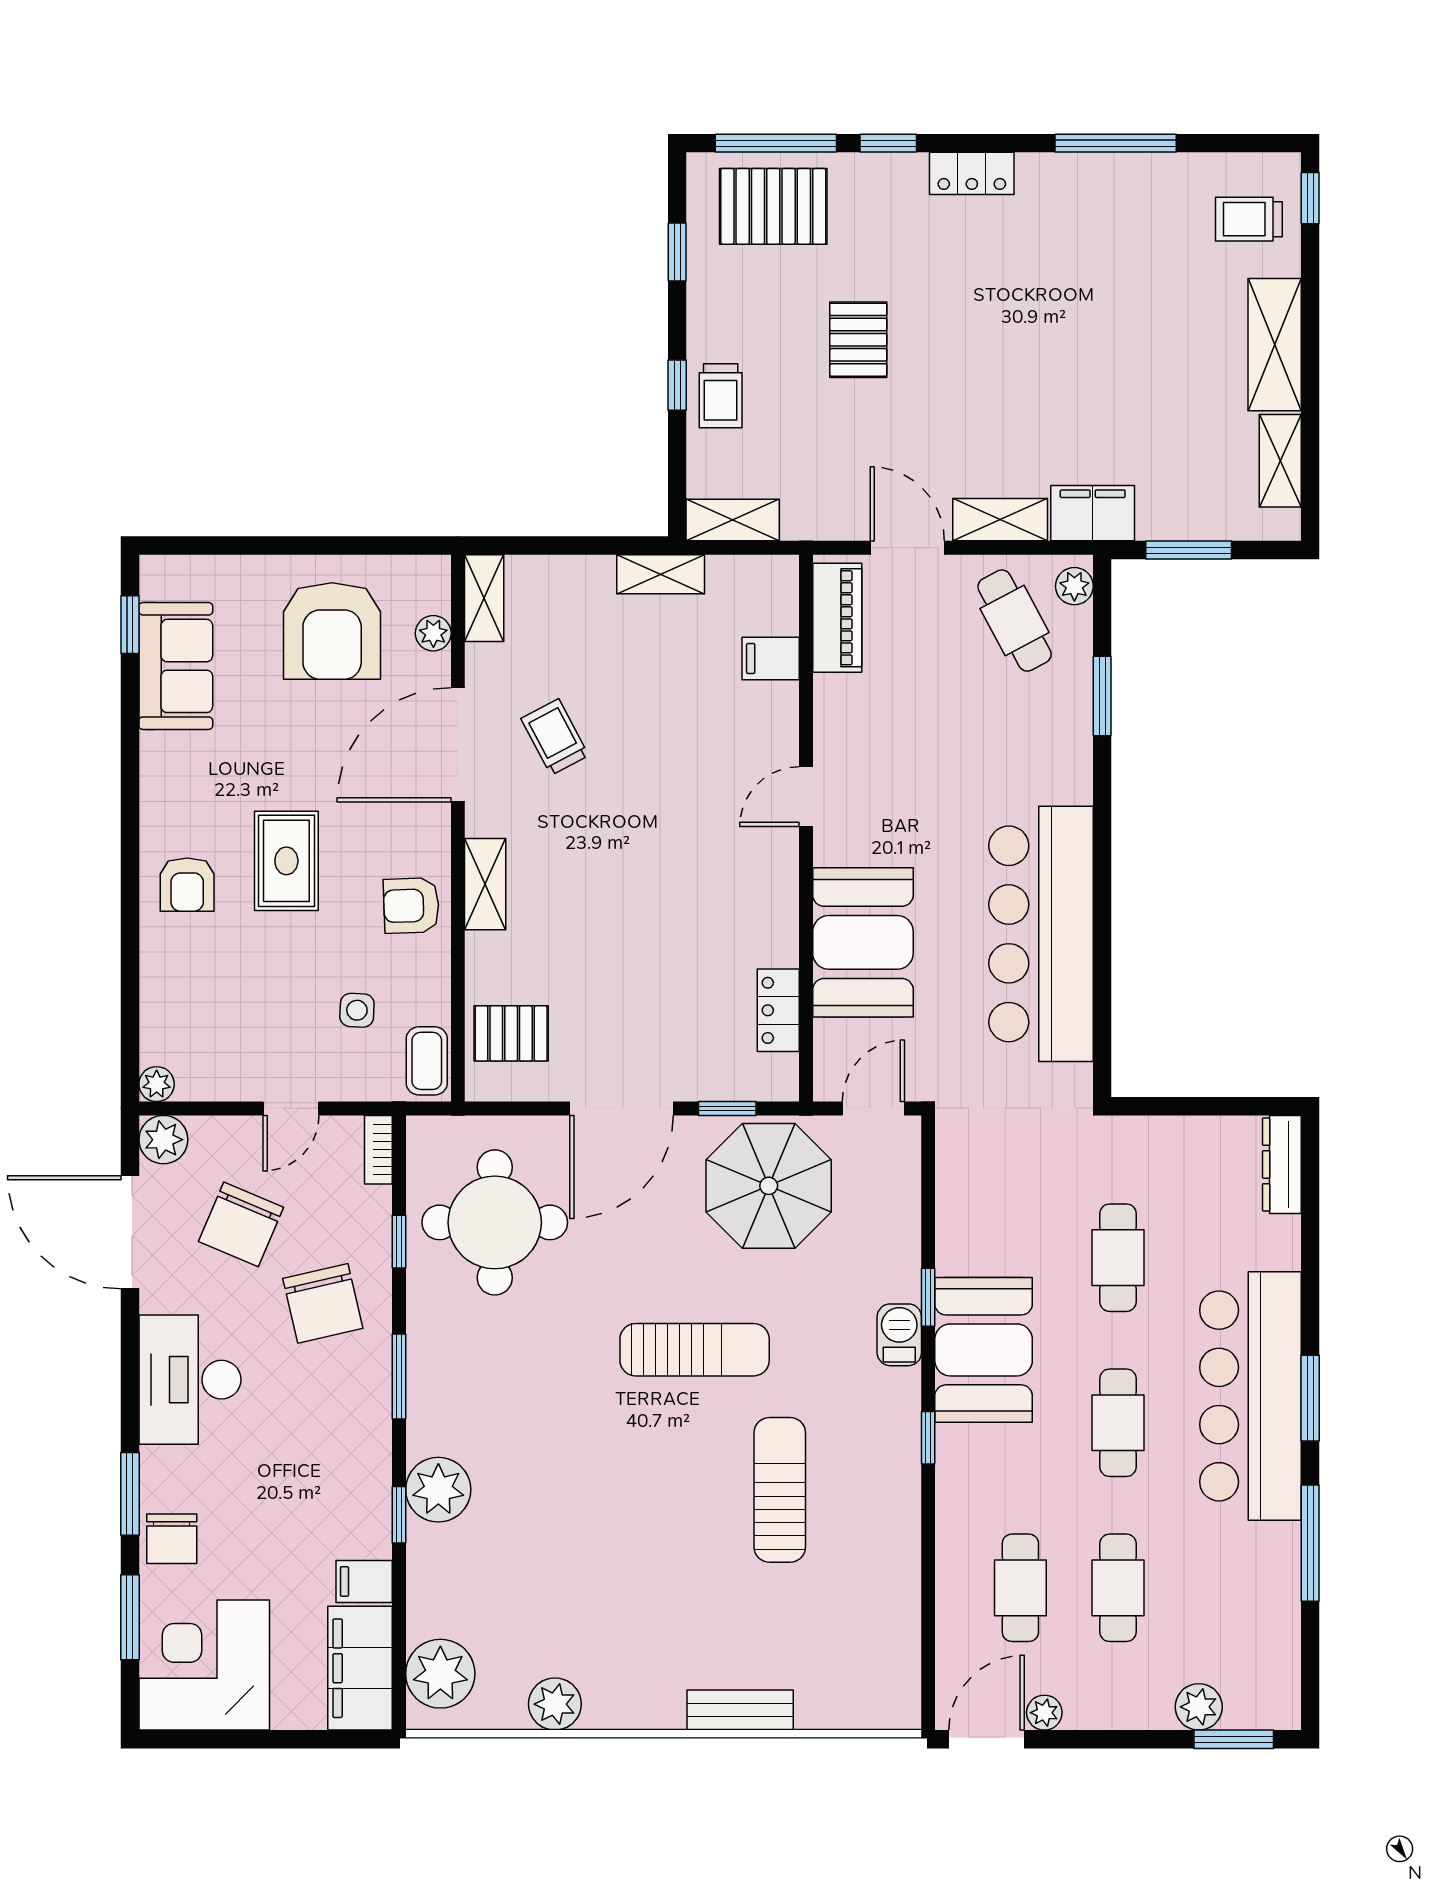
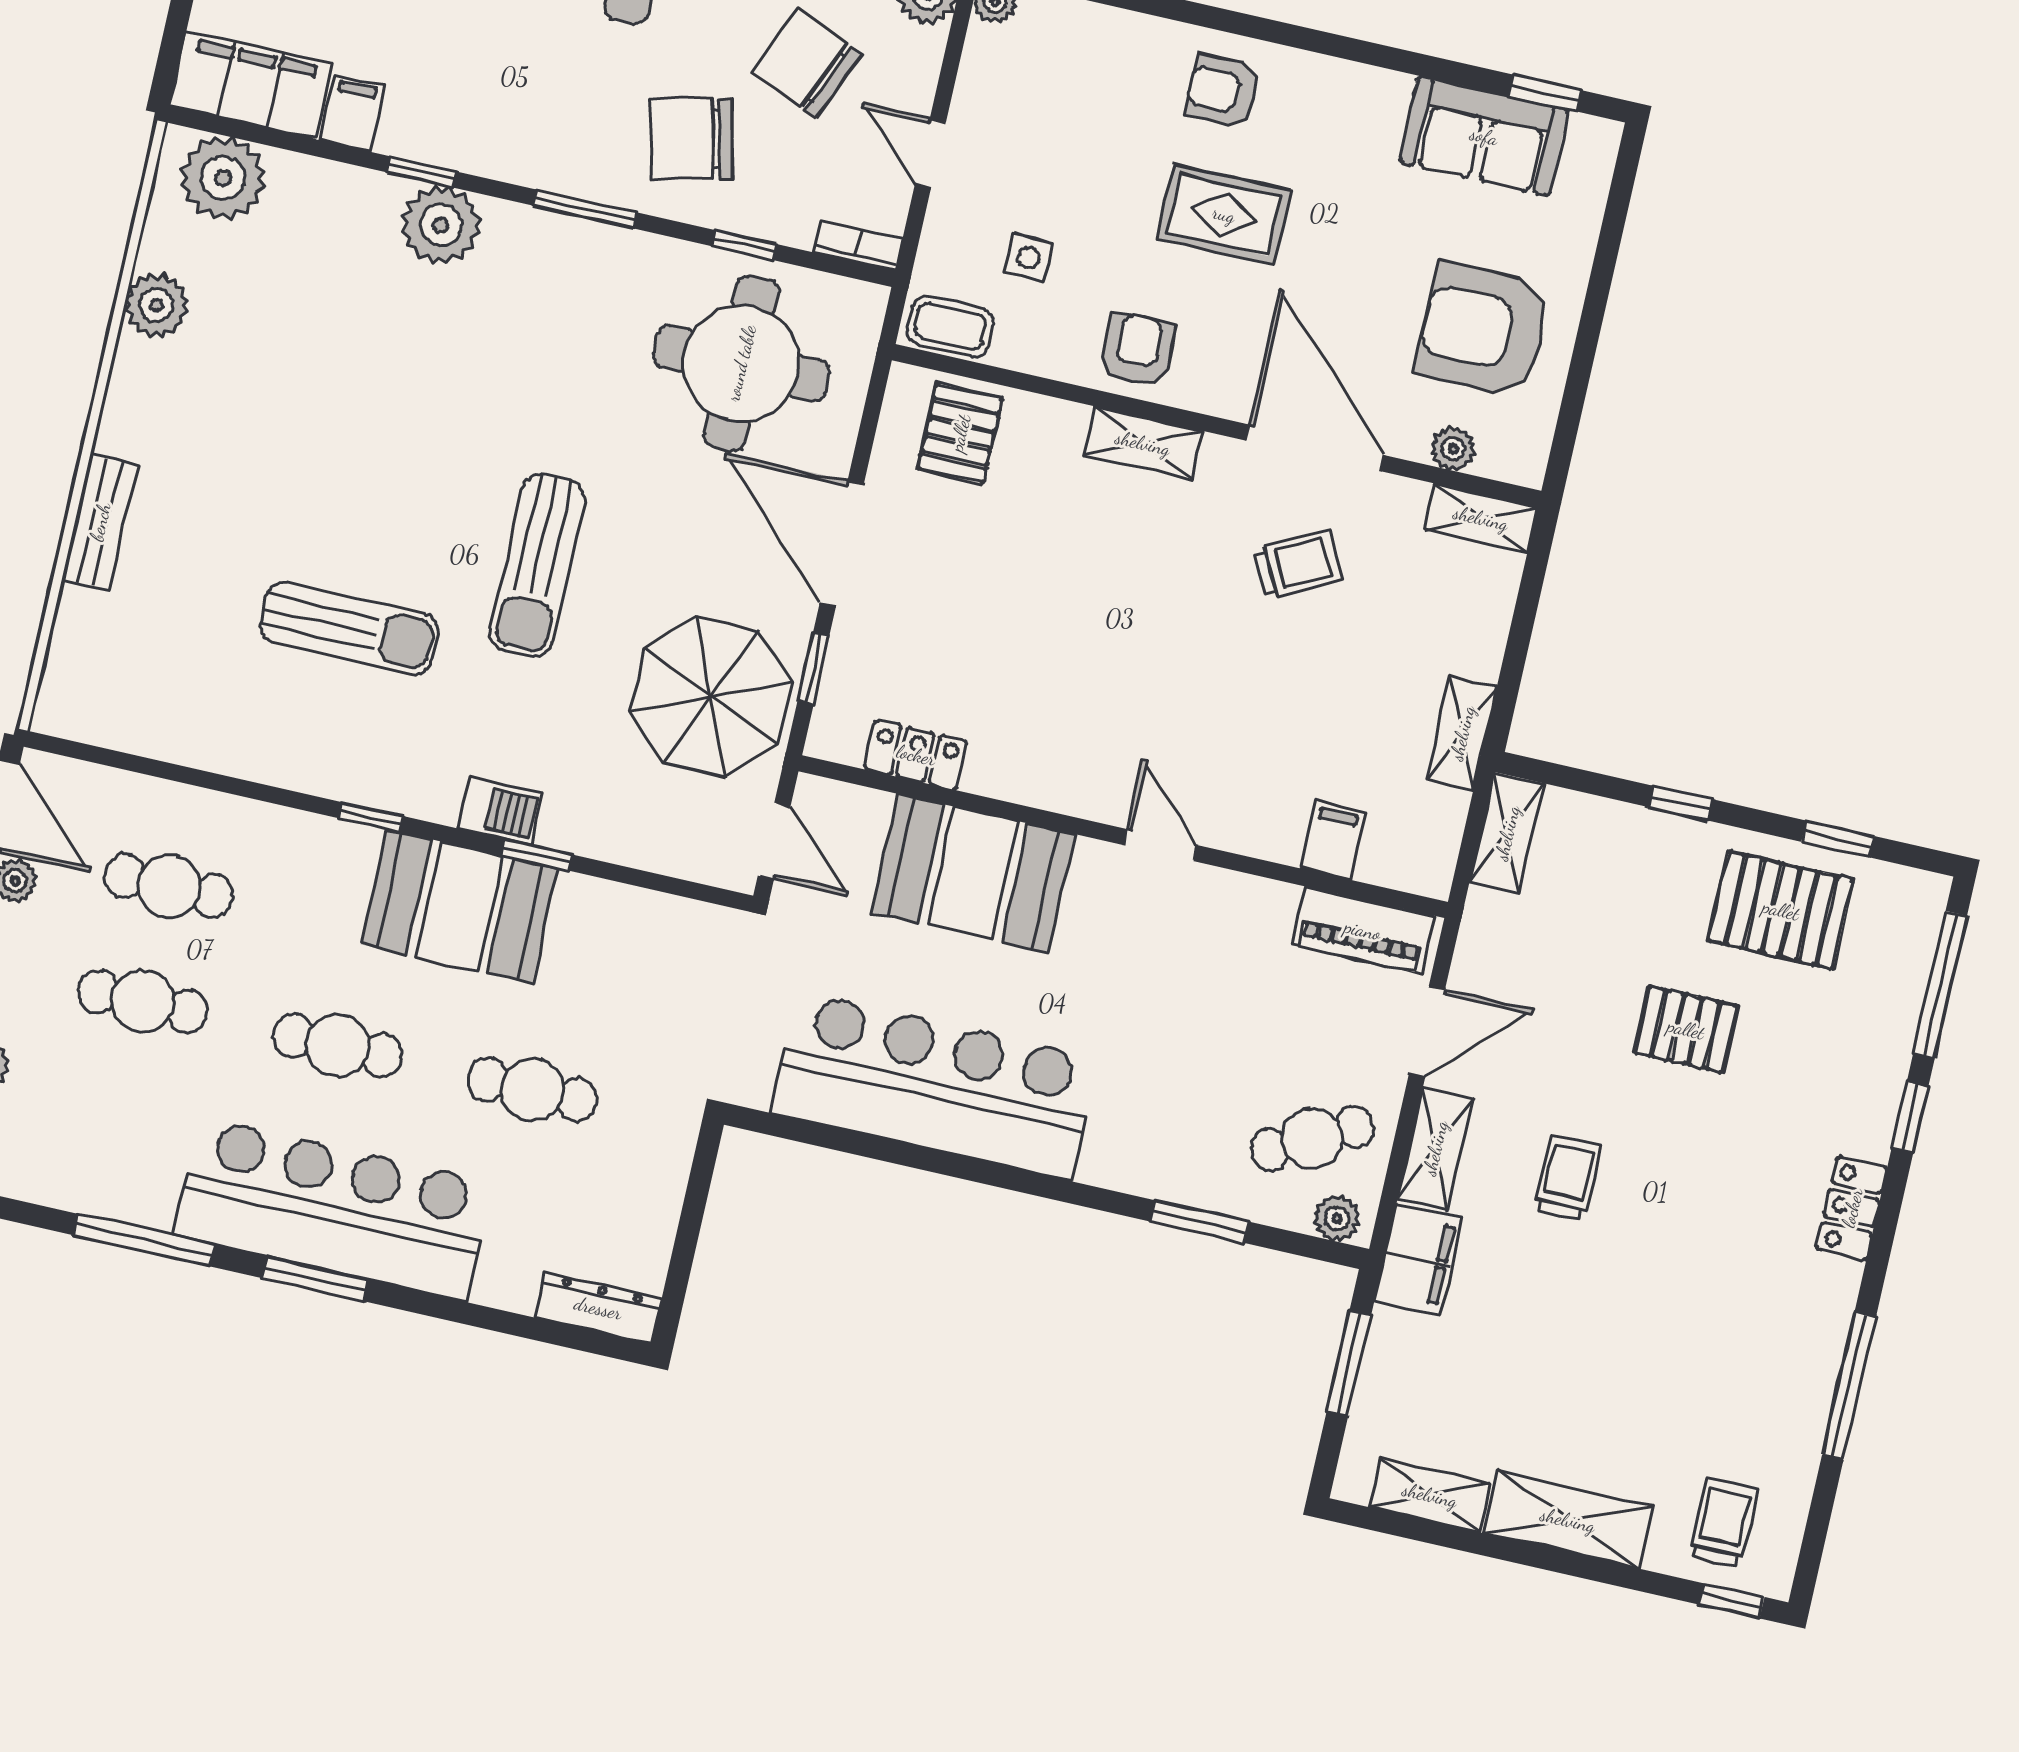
pallet: (773, 206) -> (1781, 910), moved, turned 90
trolley: (721, 396) -> (1567, 1178), moved, turned 90

